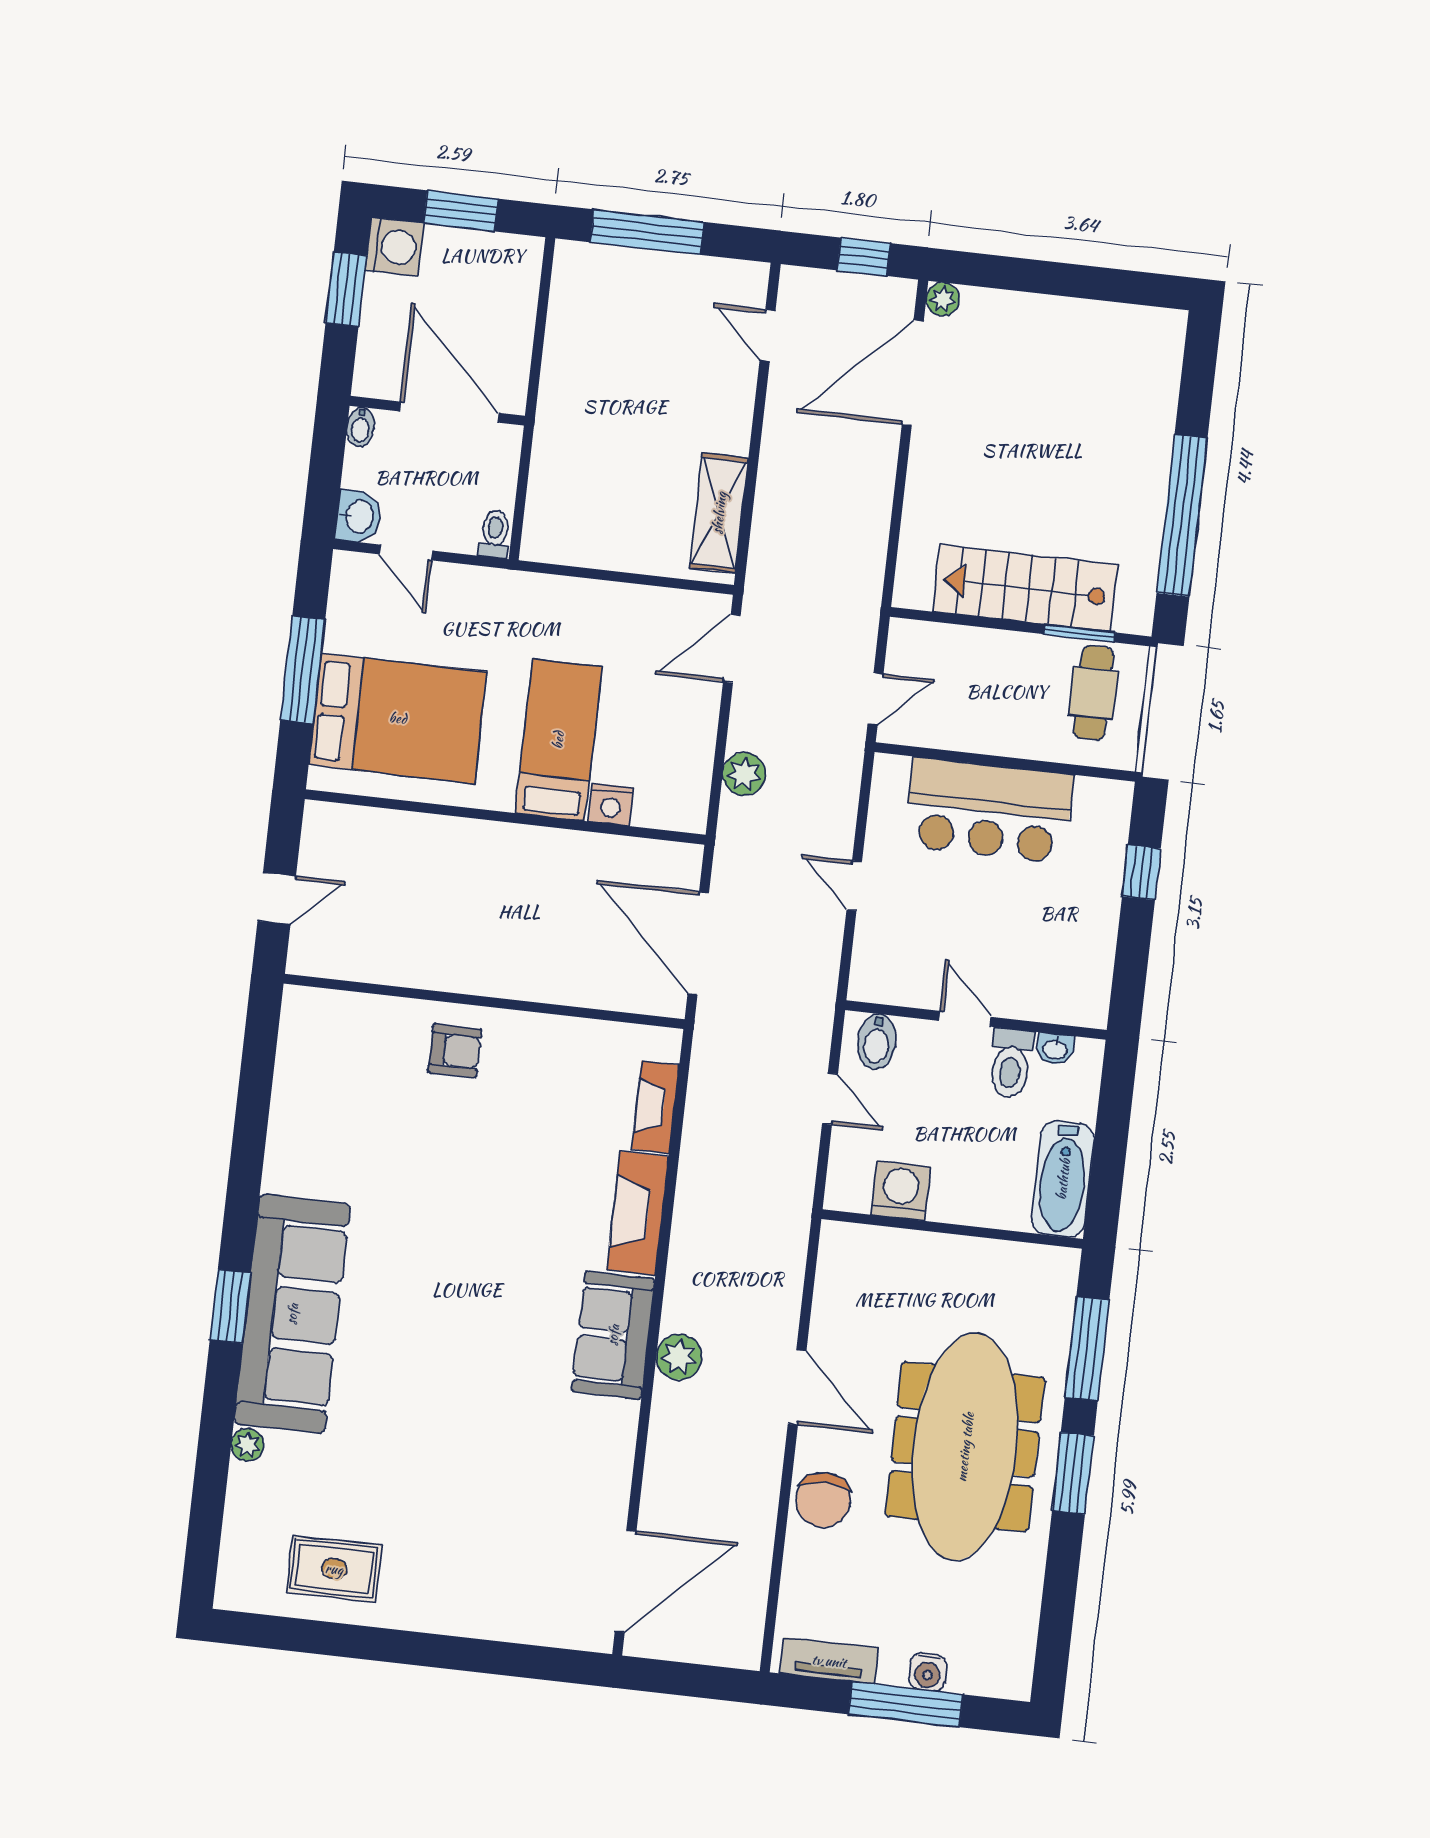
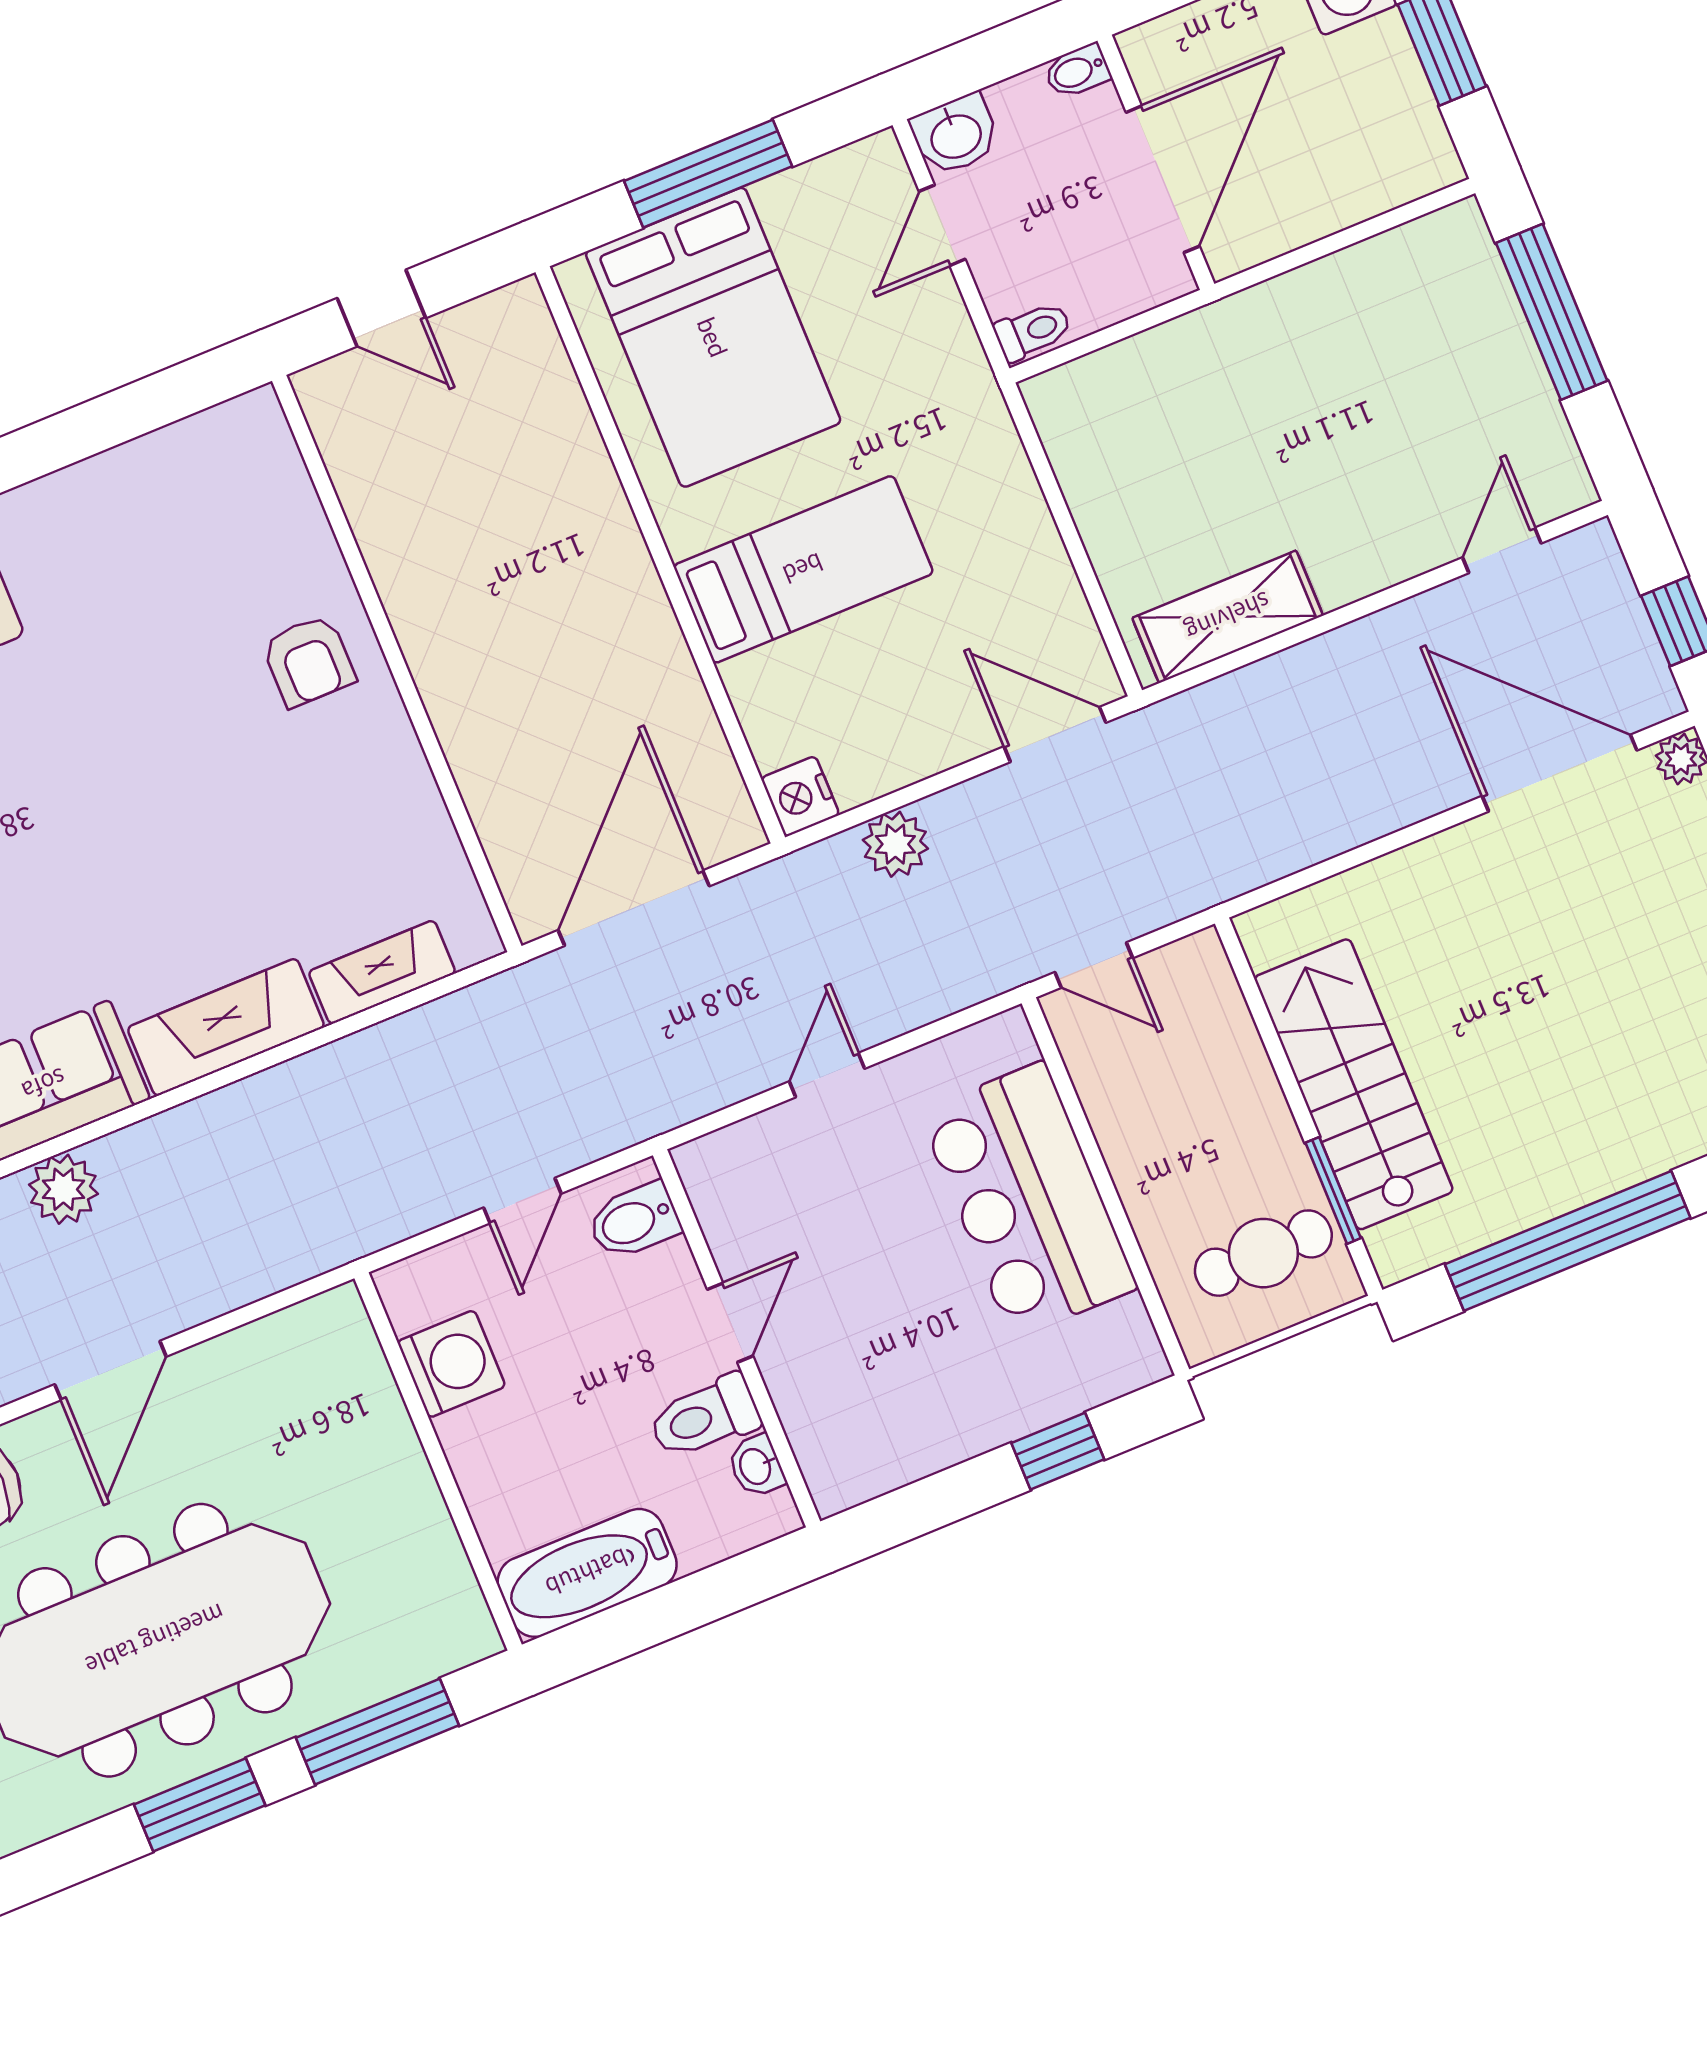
nightstand: (611, 805) -> (800, 796), moved

